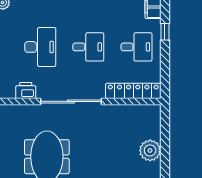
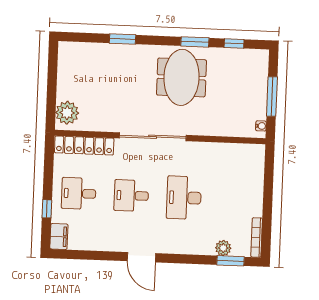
printer: (26, 90) -> (202, 151), removed
plant: (150, 150) -> (67, 113), moved

